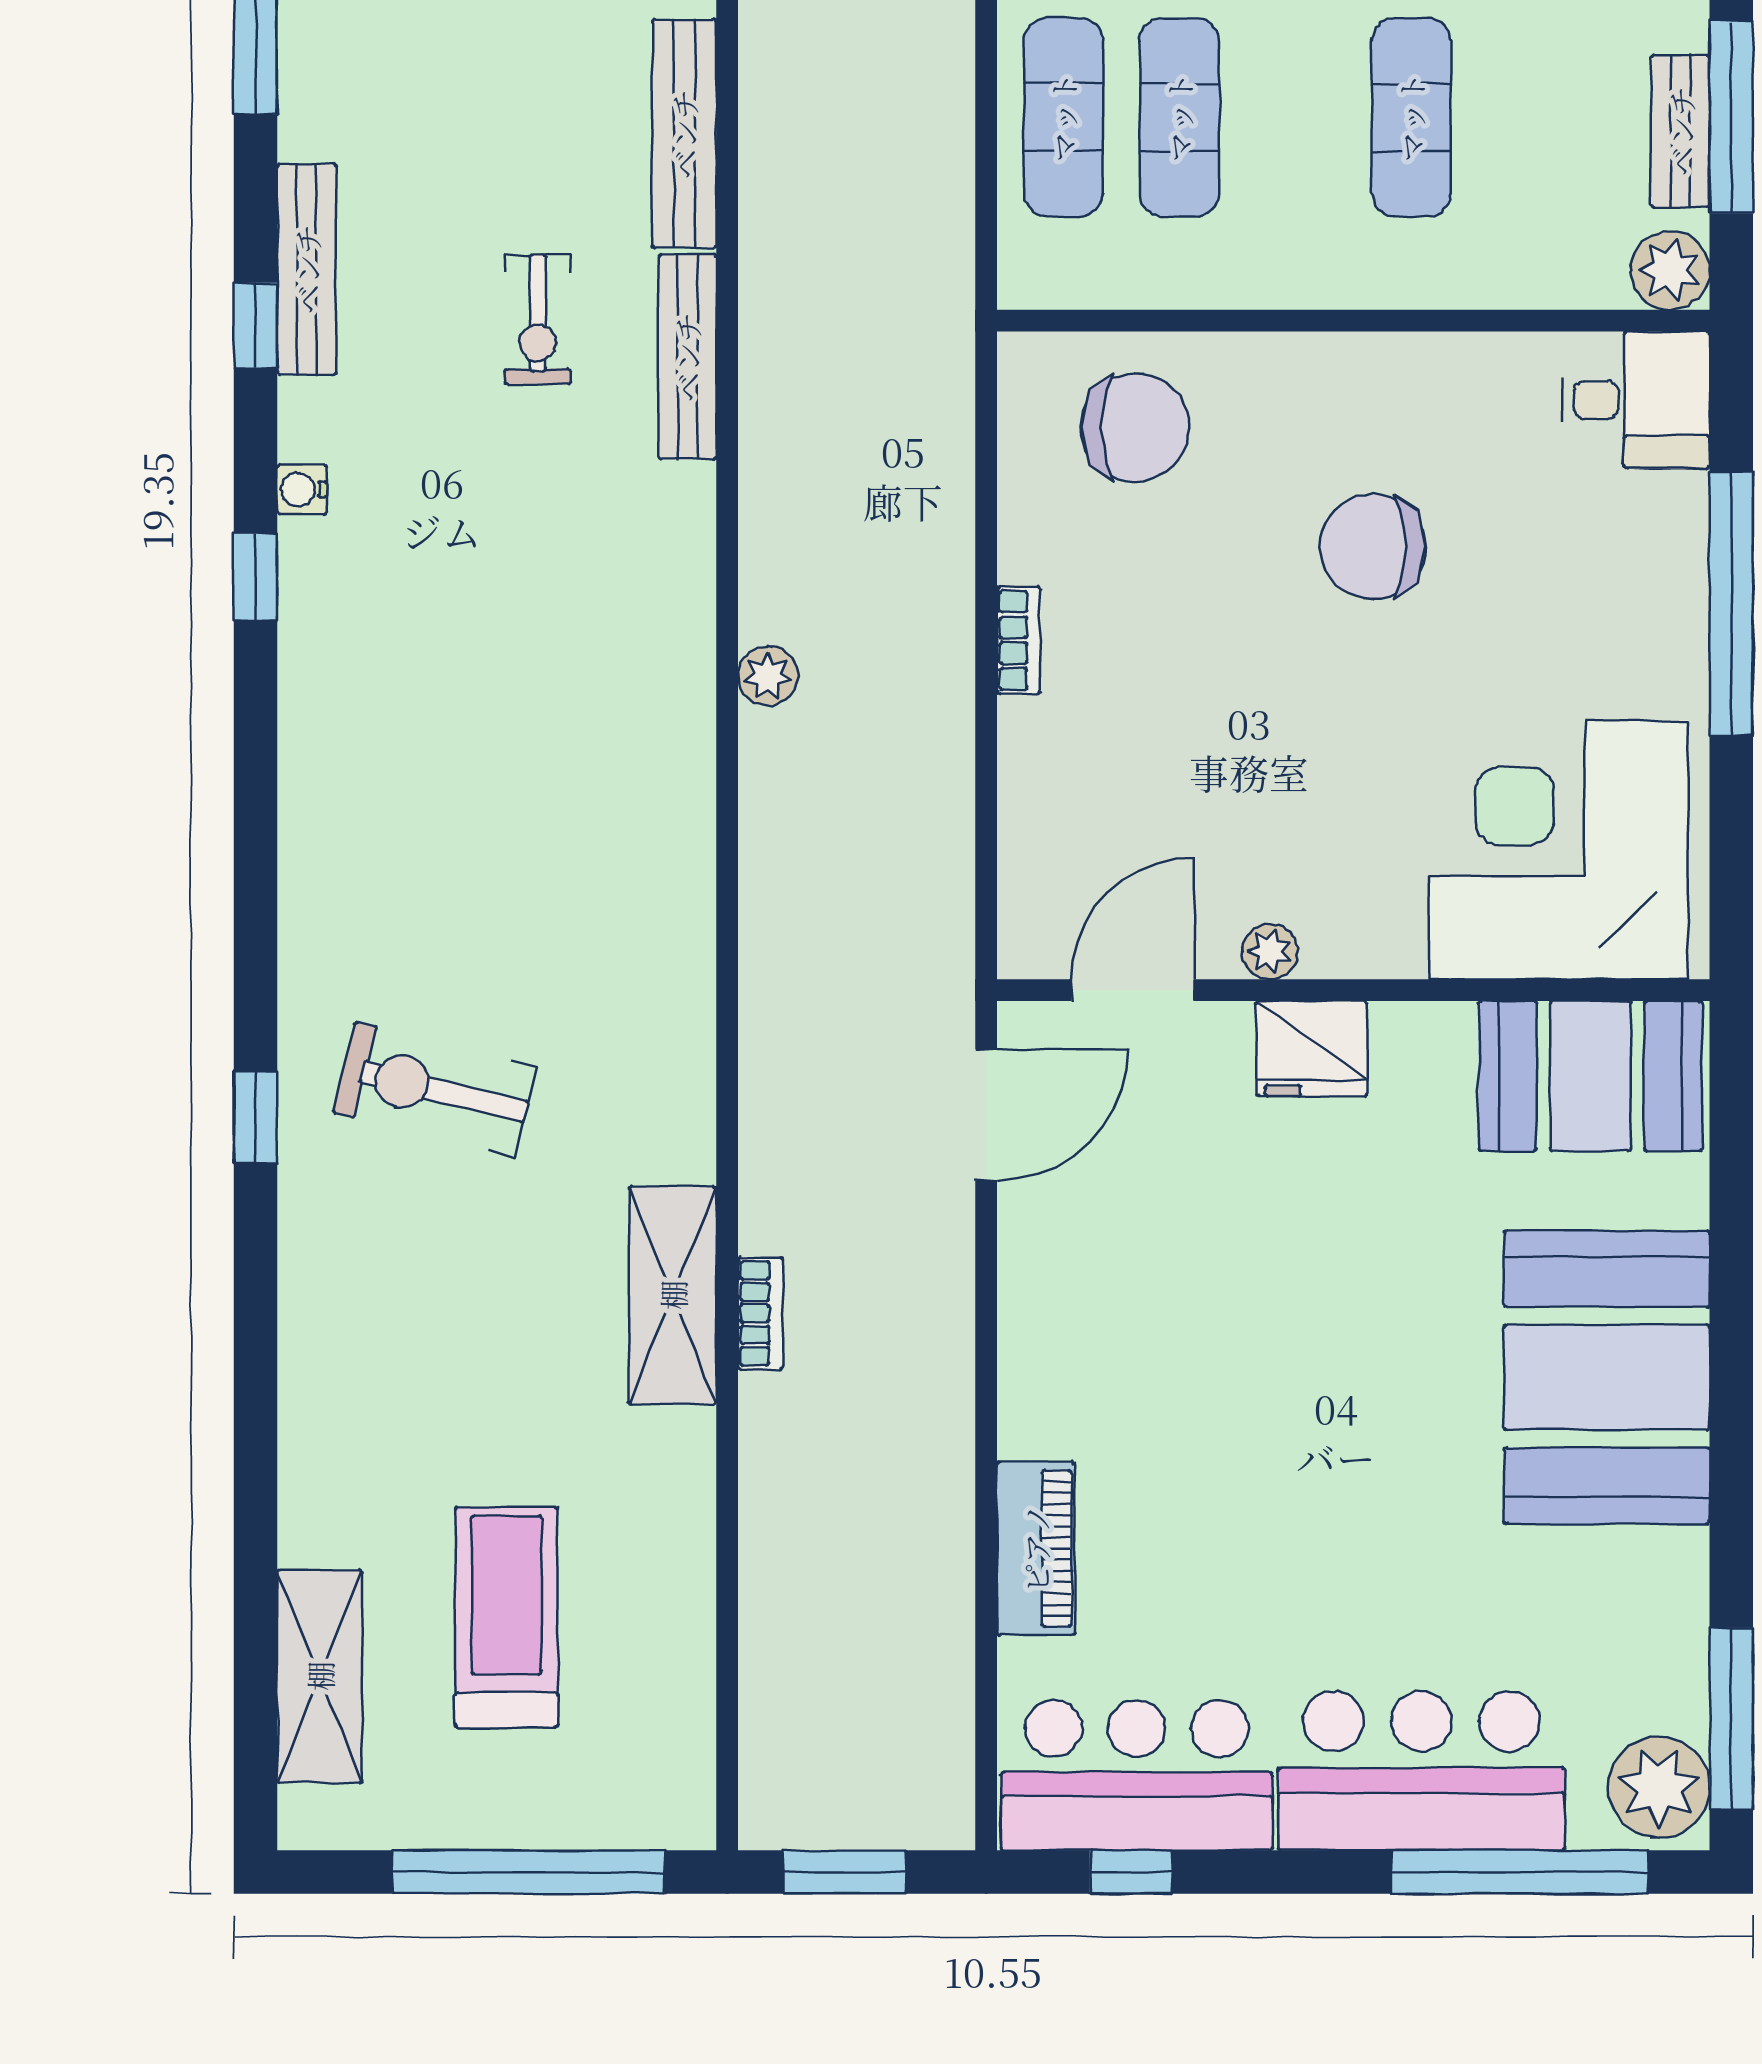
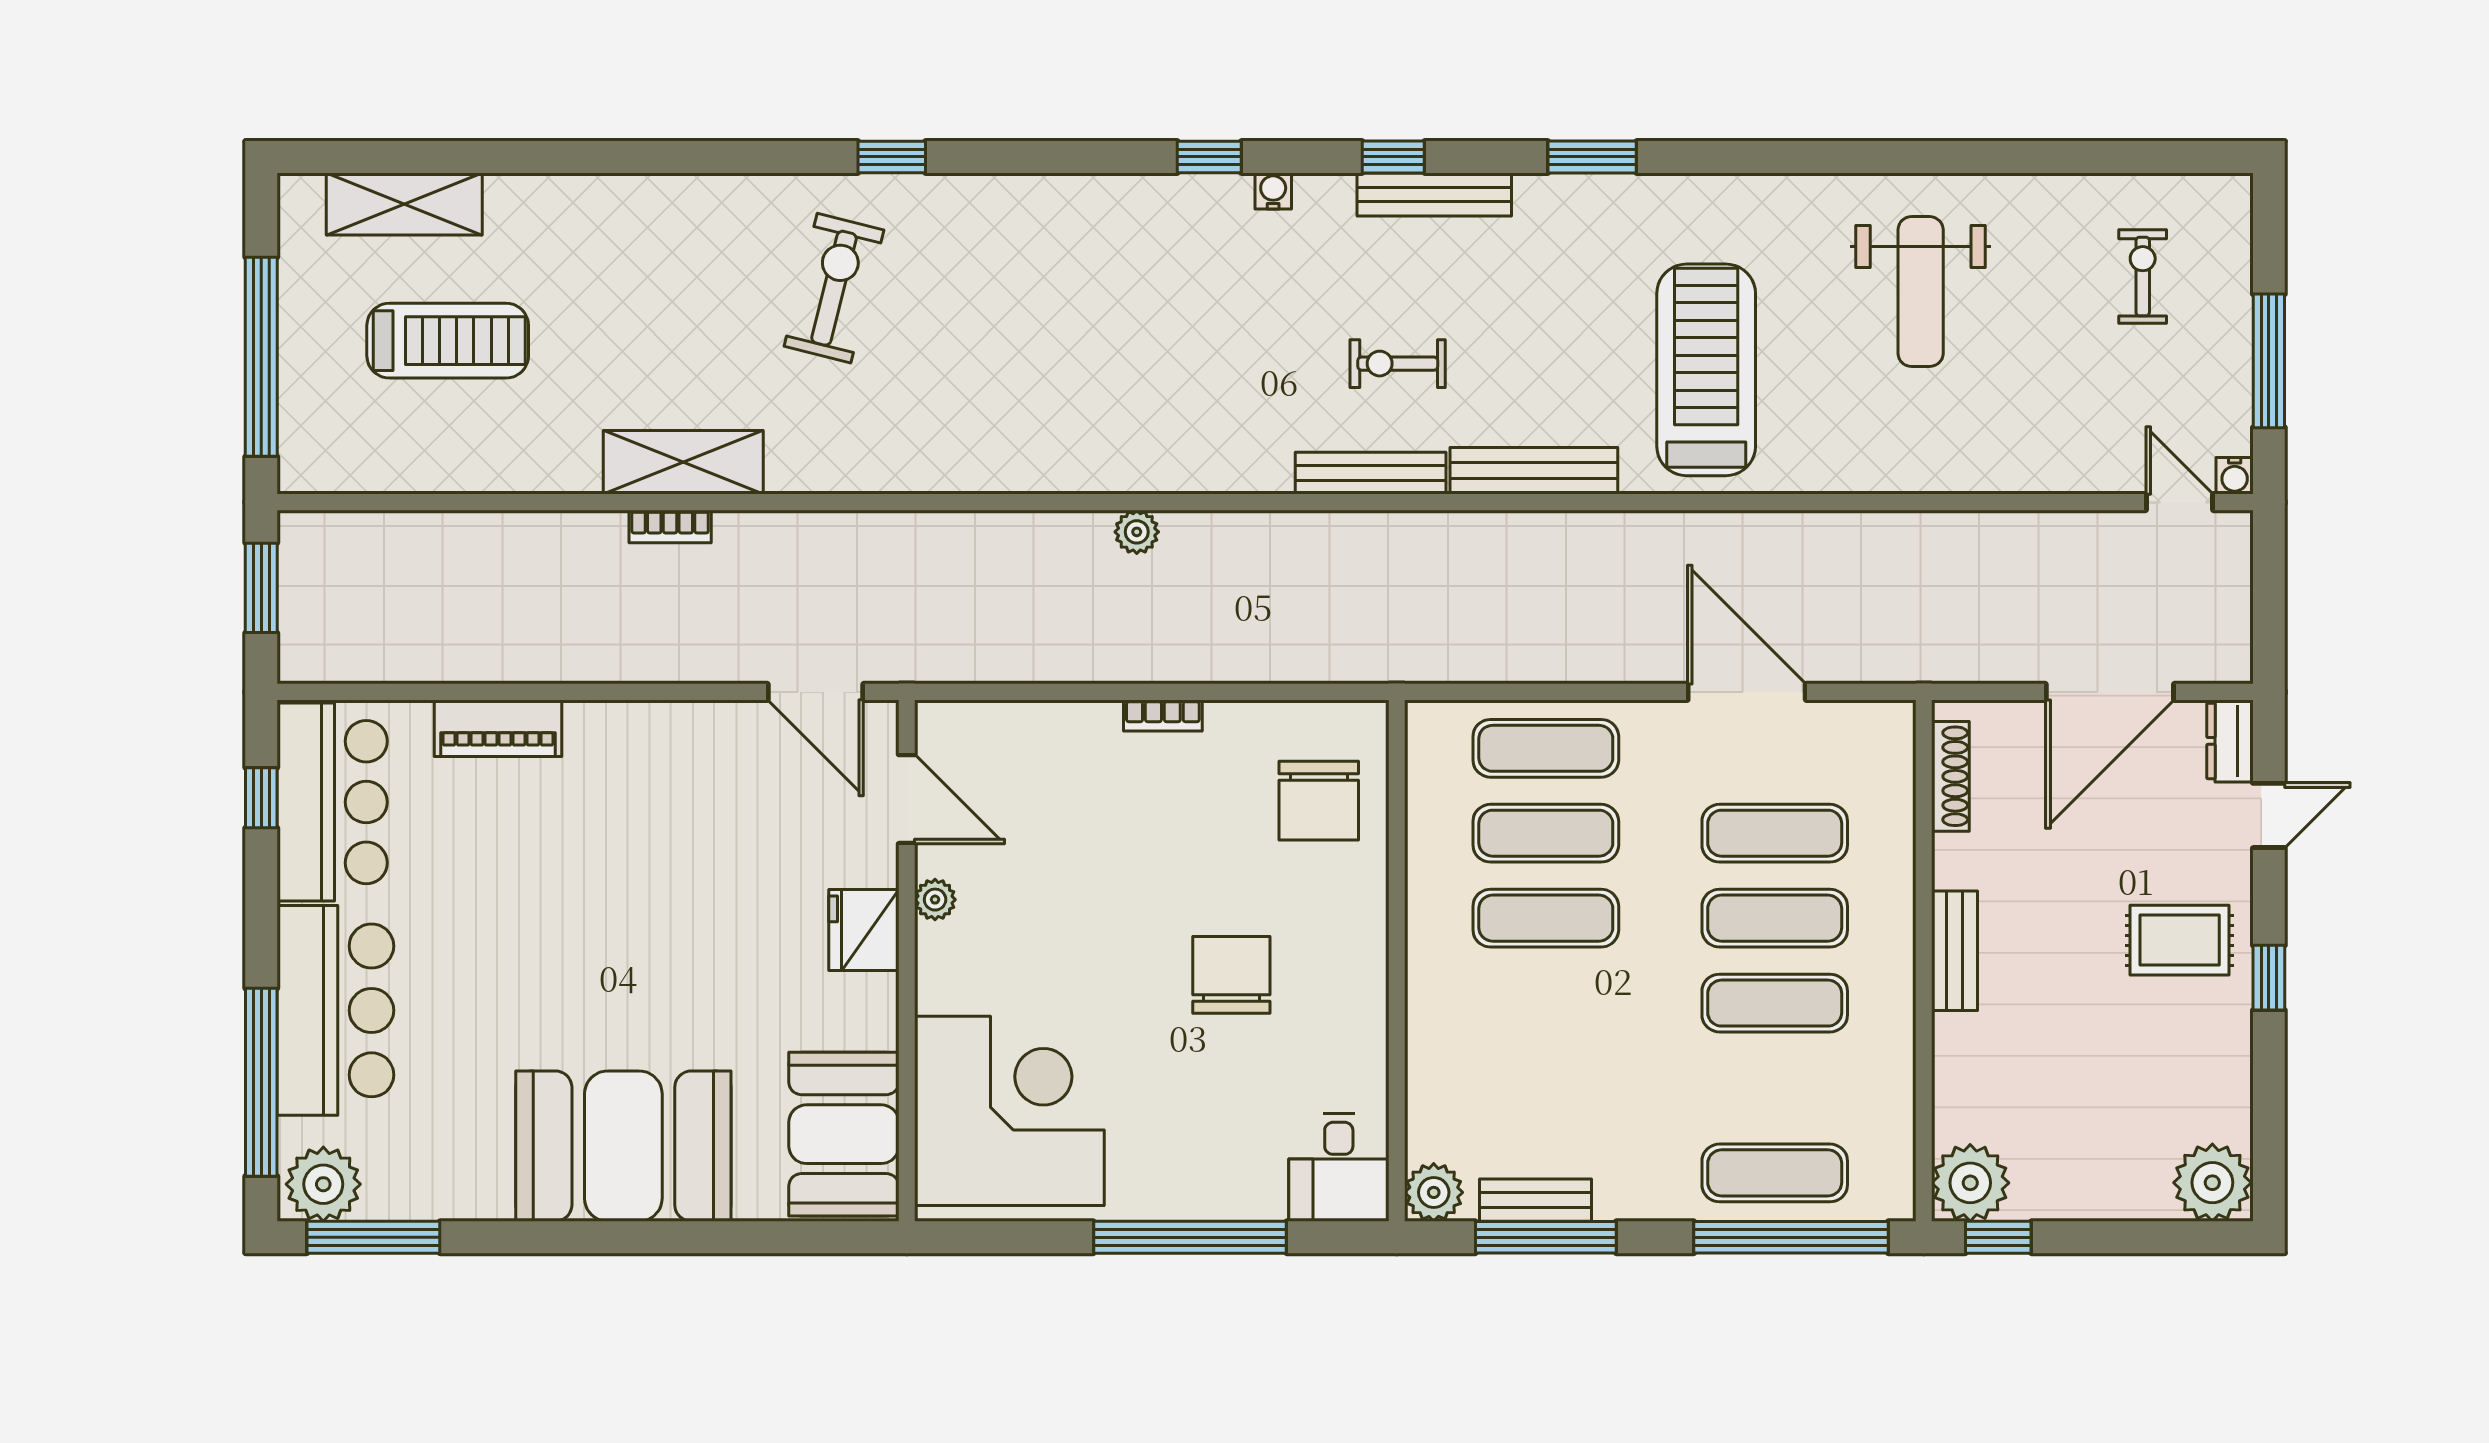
exercise mat: (1411, 117) -> (1546, 918), moved
window: (256, 1117) -> (892, 157), moved

